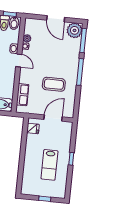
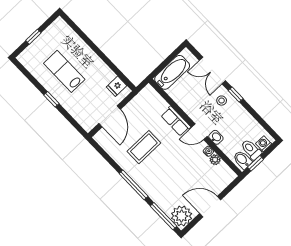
row of seats: (23, 95) -> (176, 121), moved

